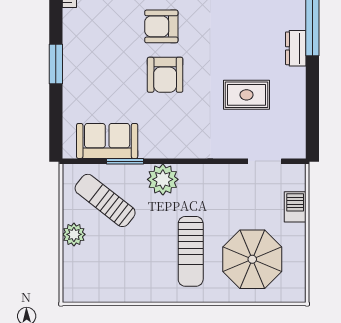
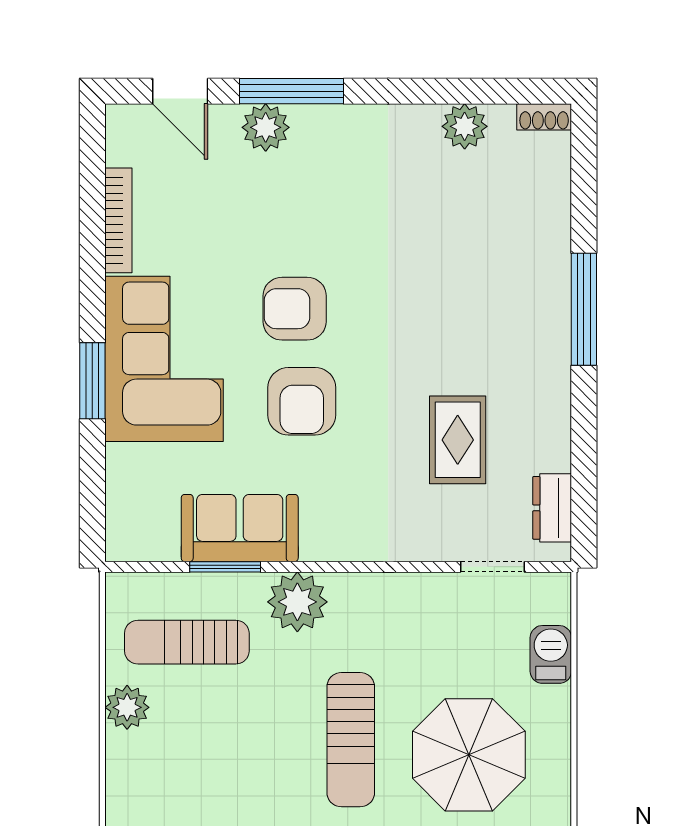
dresser: (296, 48) -> (552, 508), moved
corner sofa: (93, 53) -> (164, 359), added
rug: (246, 95) -> (458, 440), turned 90
sofa: (107, 141) -> (240, 528), moved
sun lounger: (105, 200) -> (187, 642), turned -38

